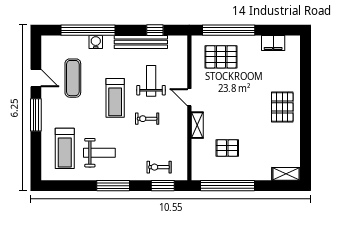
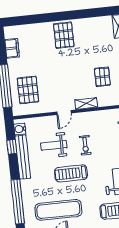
water cooler: (96, 42) -> (20, 129), moved
exercise mat: (73, 78) -> (58, 210), width x1.36, depth x1.45
treadmill: (115, 98) -> (71, 173), turned 180
pallet: (282, 107) -> (64, 35), turned 90

